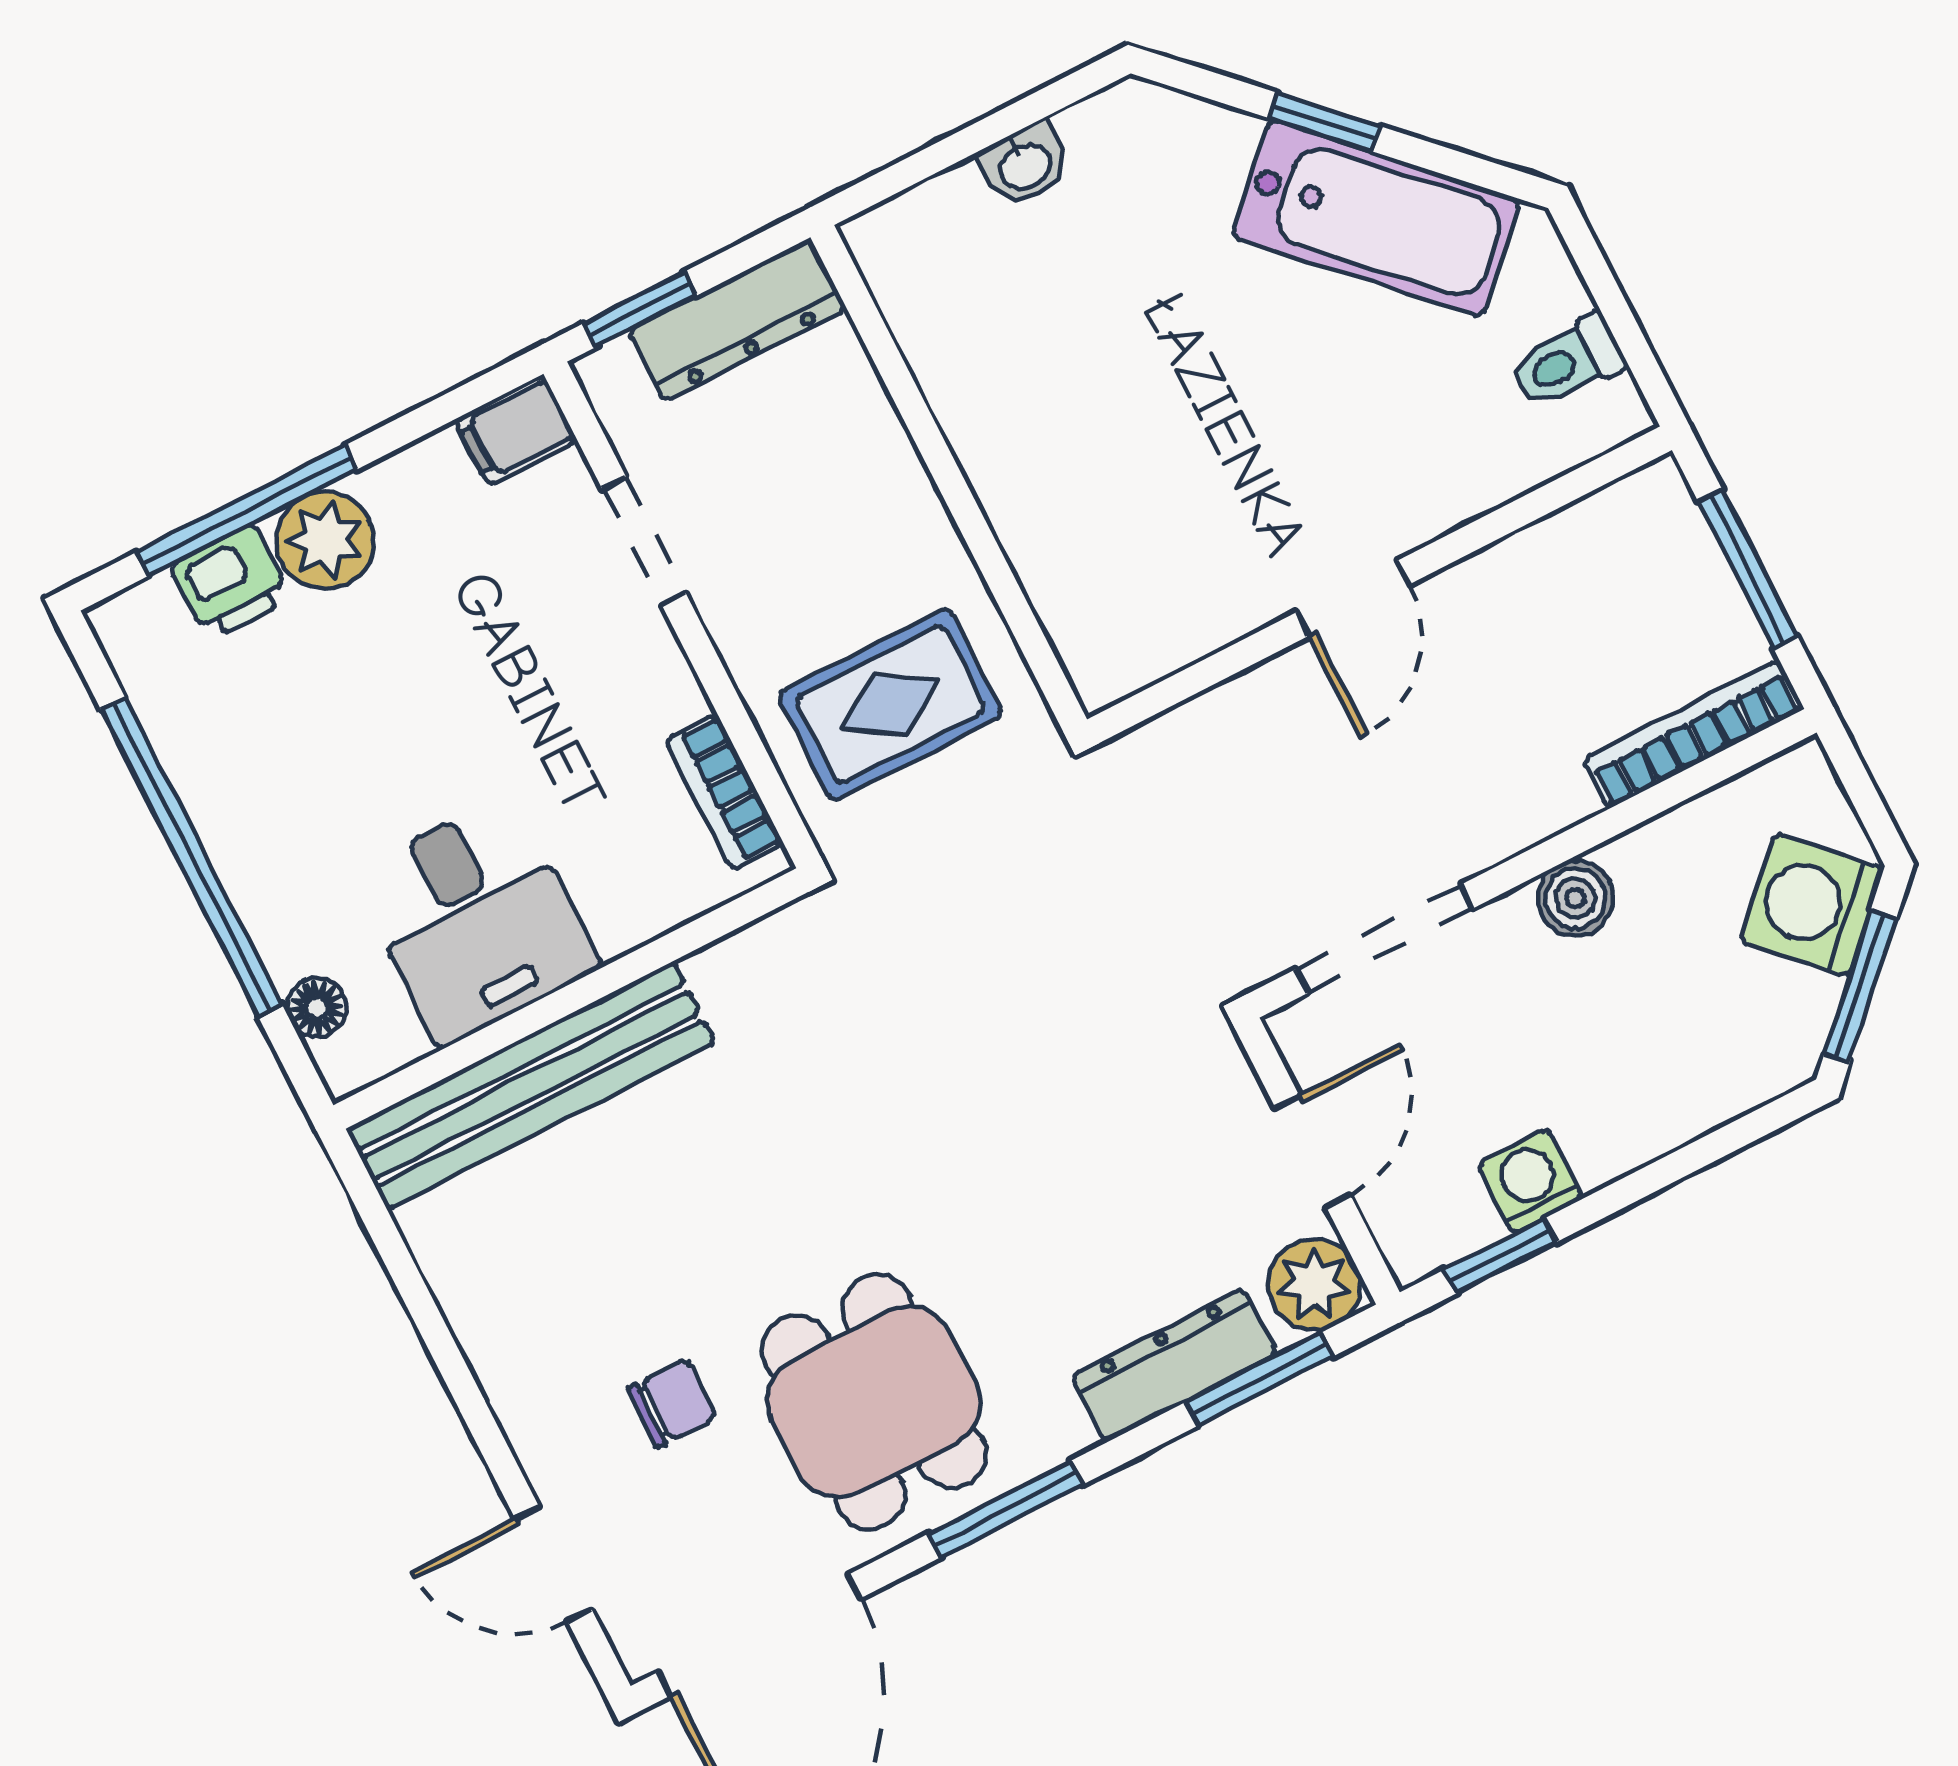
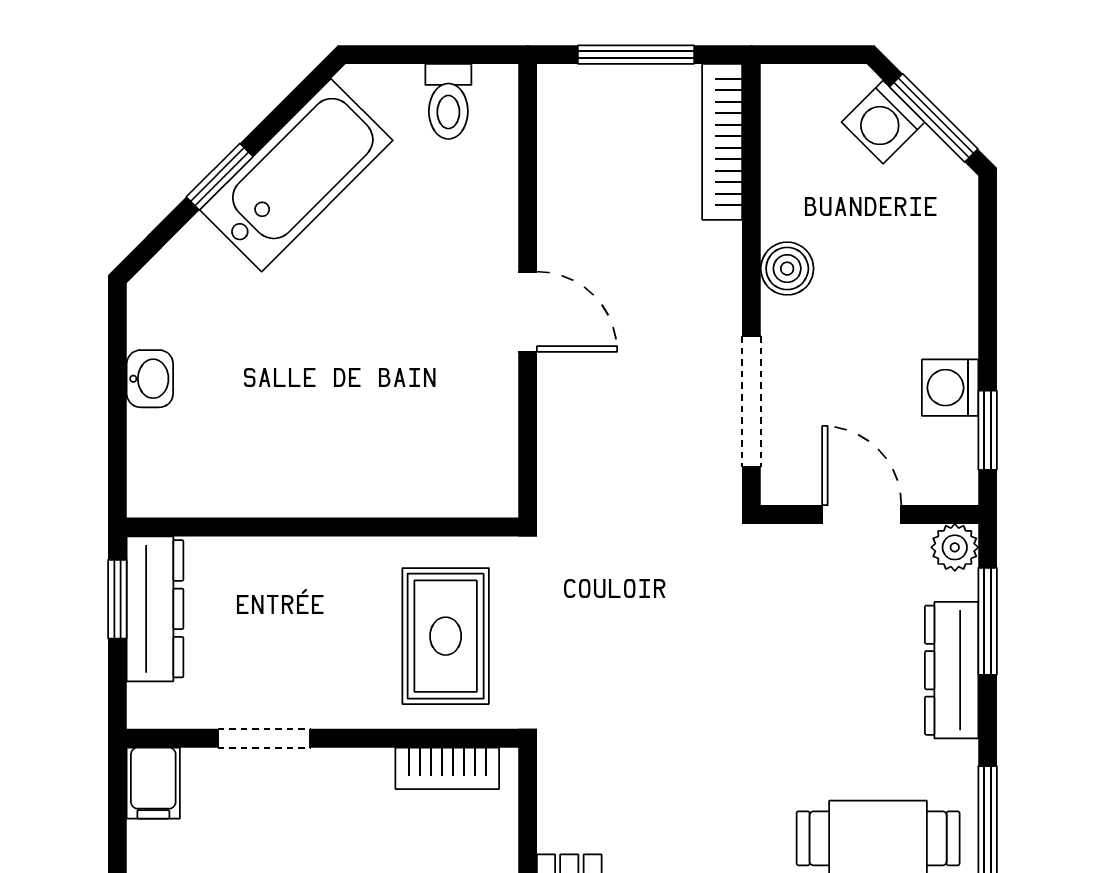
window: (640, 310) -> (117, 599), moved
washing machine: (1812, 905) -> (883, 122), width x0.73, depth x0.73
plant: (1315, 1285) -> (955, 547), width x0.73, depth x0.73

